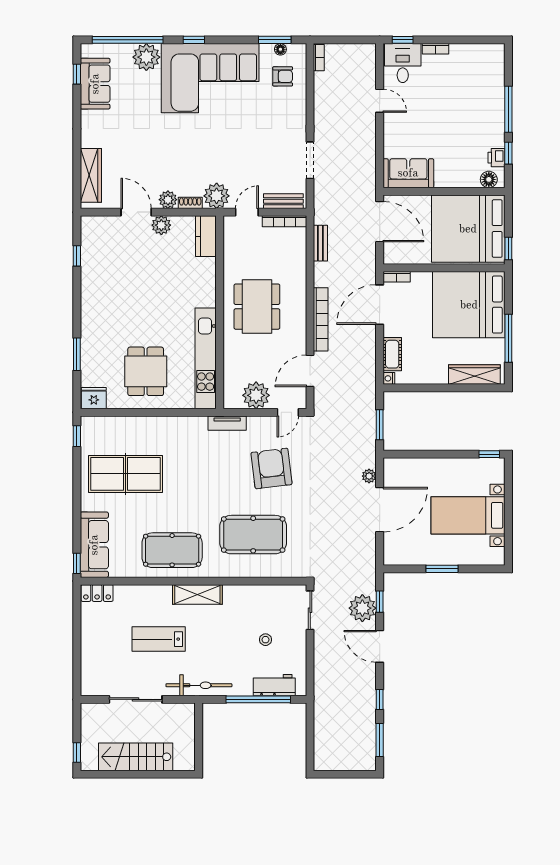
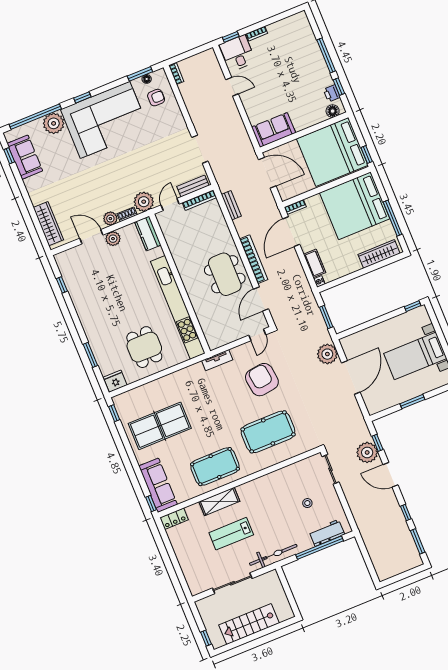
dining table: (257, 307) -> (225, 274), moved
kitchen unit: (206, 358) -> (178, 307), width x1.36
plant: (256, 395) -> (230, 332), removed
plant: (369, 476) -> (327, 354), width x1.88, depth x1.88
shelving: (197, 595) -> (219, 502), moved

